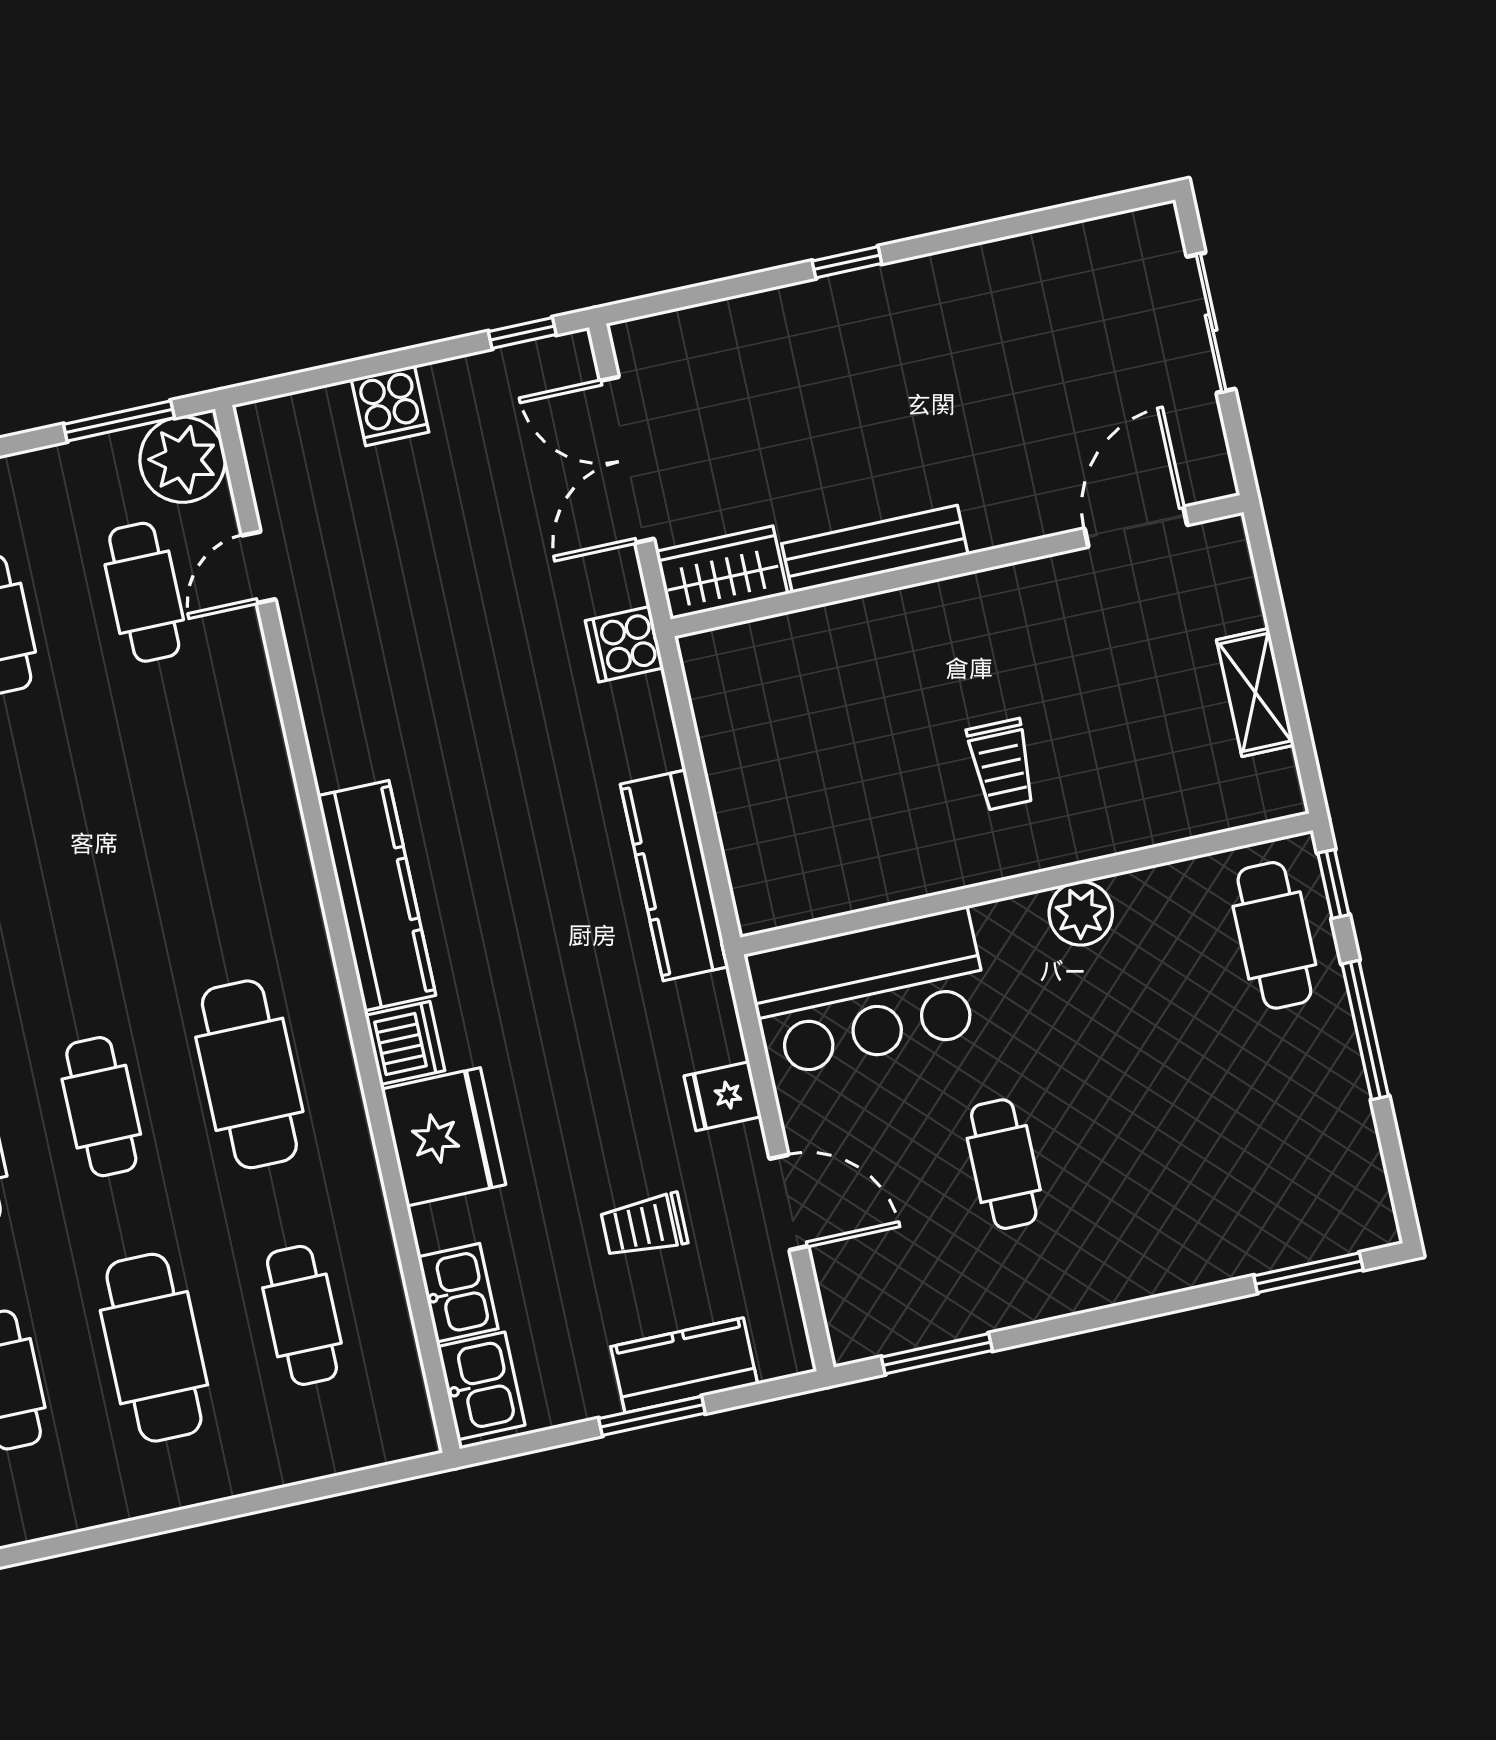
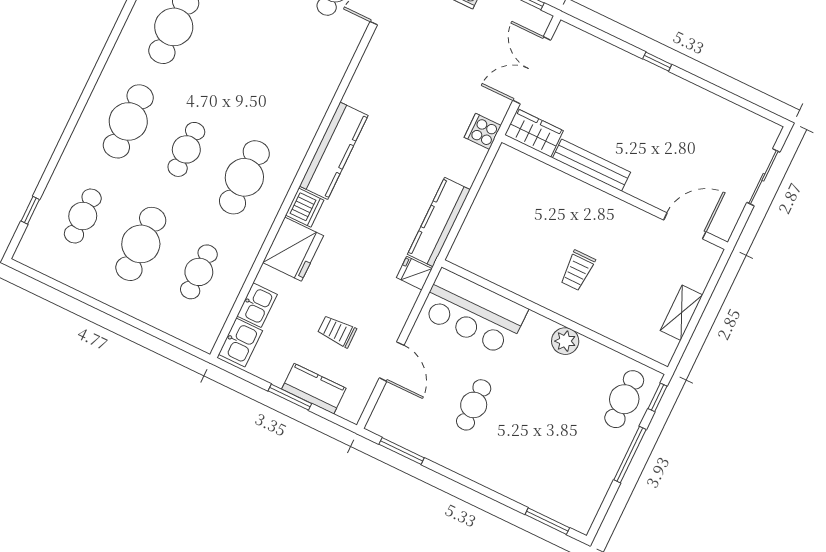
fridge: (723, 1096) -> (414, 273), moved

